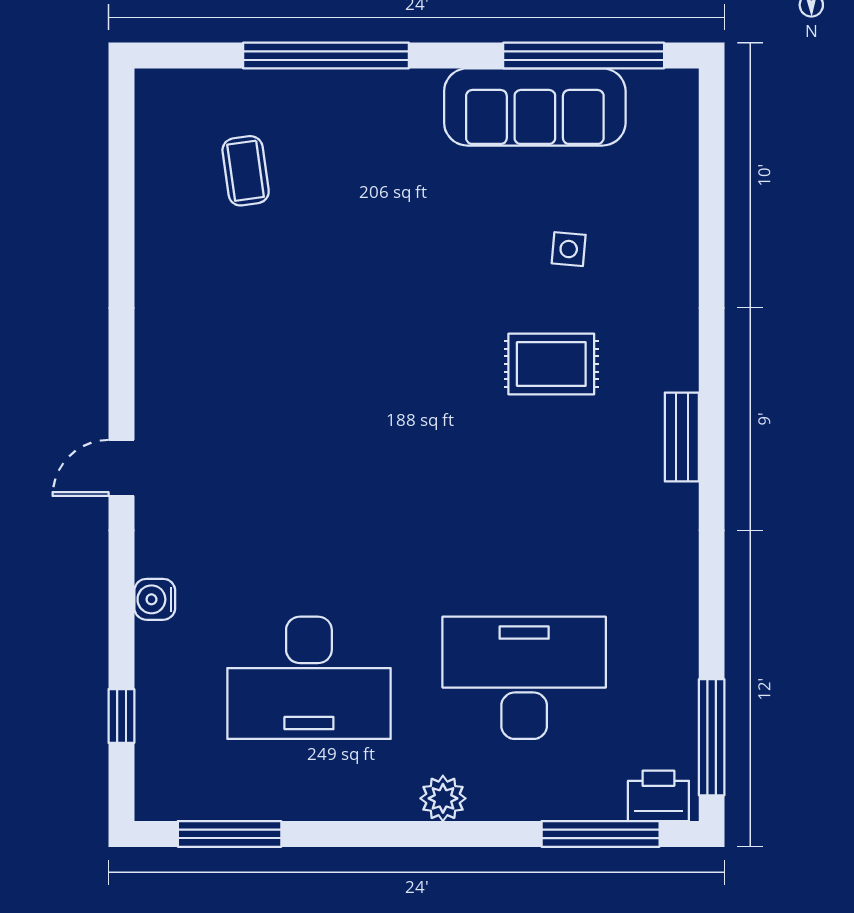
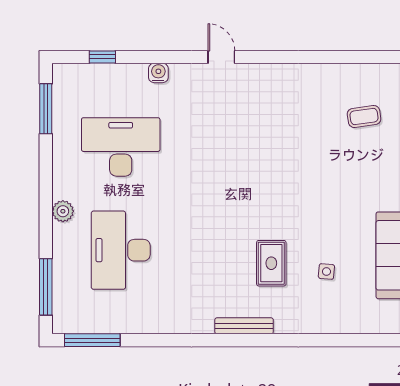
bench: (682, 437) -> (244, 326), width x1.36
desk: (309, 678) -> (121, 147), turned 90
desk: (524, 678) -> (121, 250), turned 180
printer: (658, 796) -> (64, 315), removed

